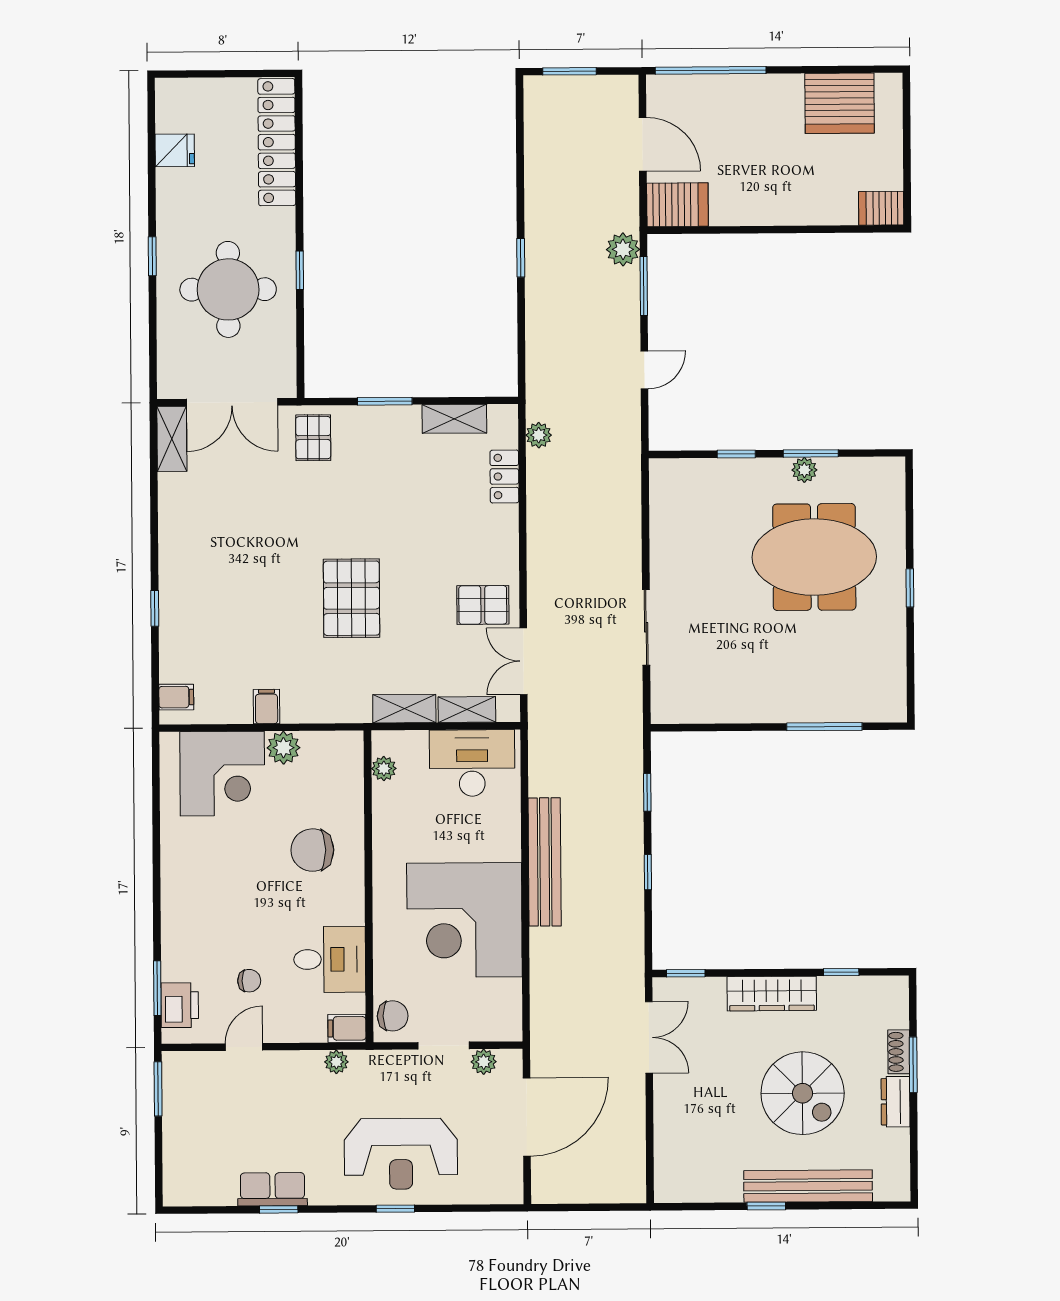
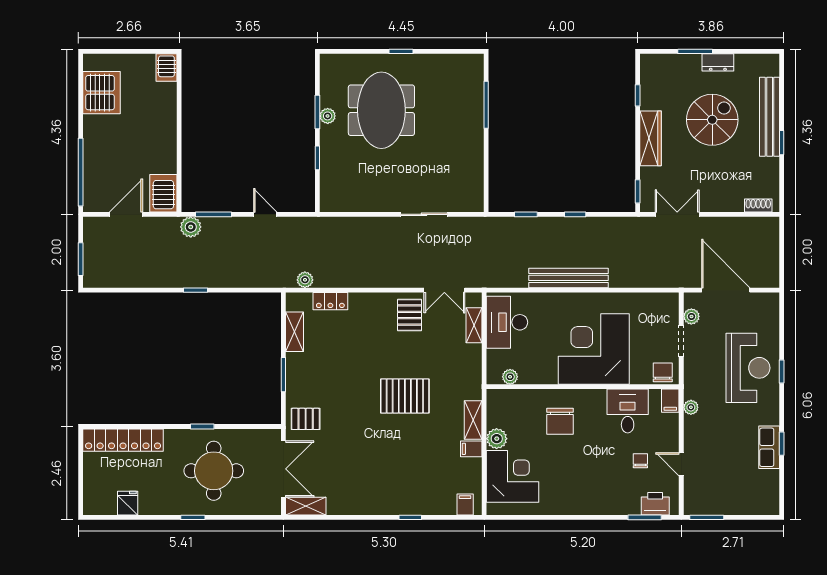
shelving: (404, 709) -> (473, 420), moved
corner desk: (464, 920) -> (594, 349), moved, turned 180
shoe rack: (899, 1052) -> (758, 205), moved, turned 180

